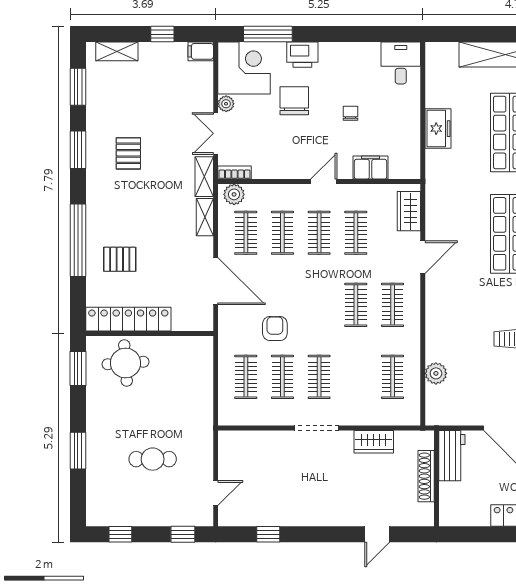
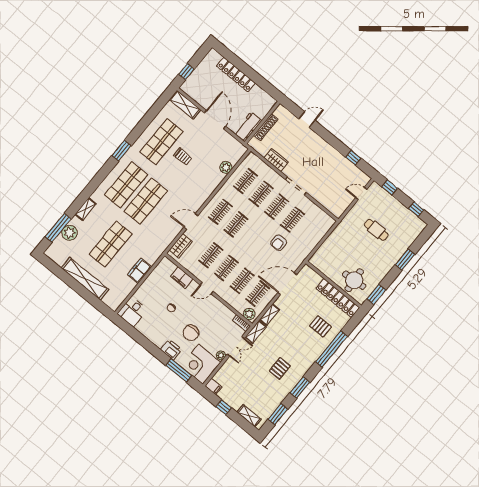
door: (216, 281) -> (287, 284), hinge flipped
clothes rail: (246, 377) -> (261, 194), moved

